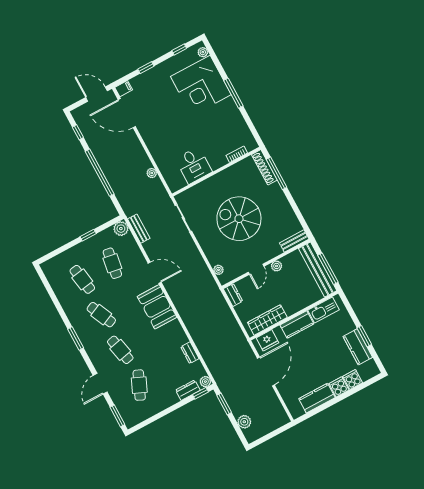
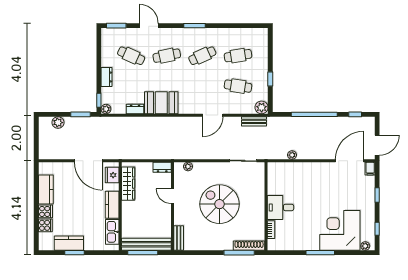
desk: (194, 165) -> (280, 207), moved
spiral stairs: (239, 219) -> (219, 204), turned -90
plant: (277, 266) -> (167, 214), removed
booth: (157, 307) -> (161, 103), moved
dresser: (188, 390) -> (107, 77), moved

